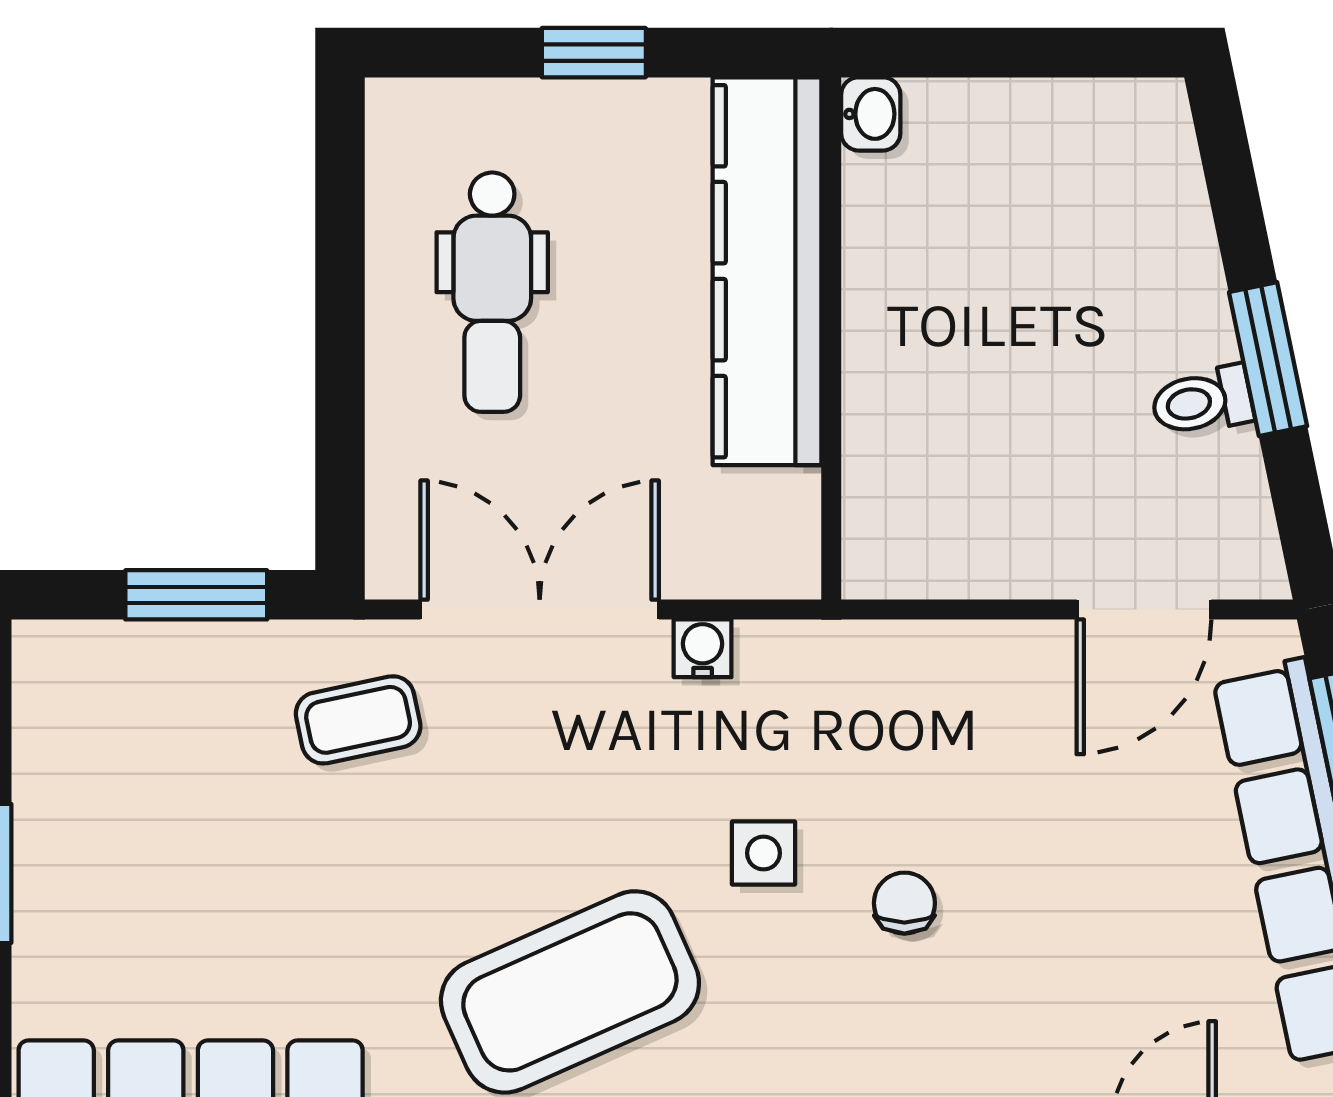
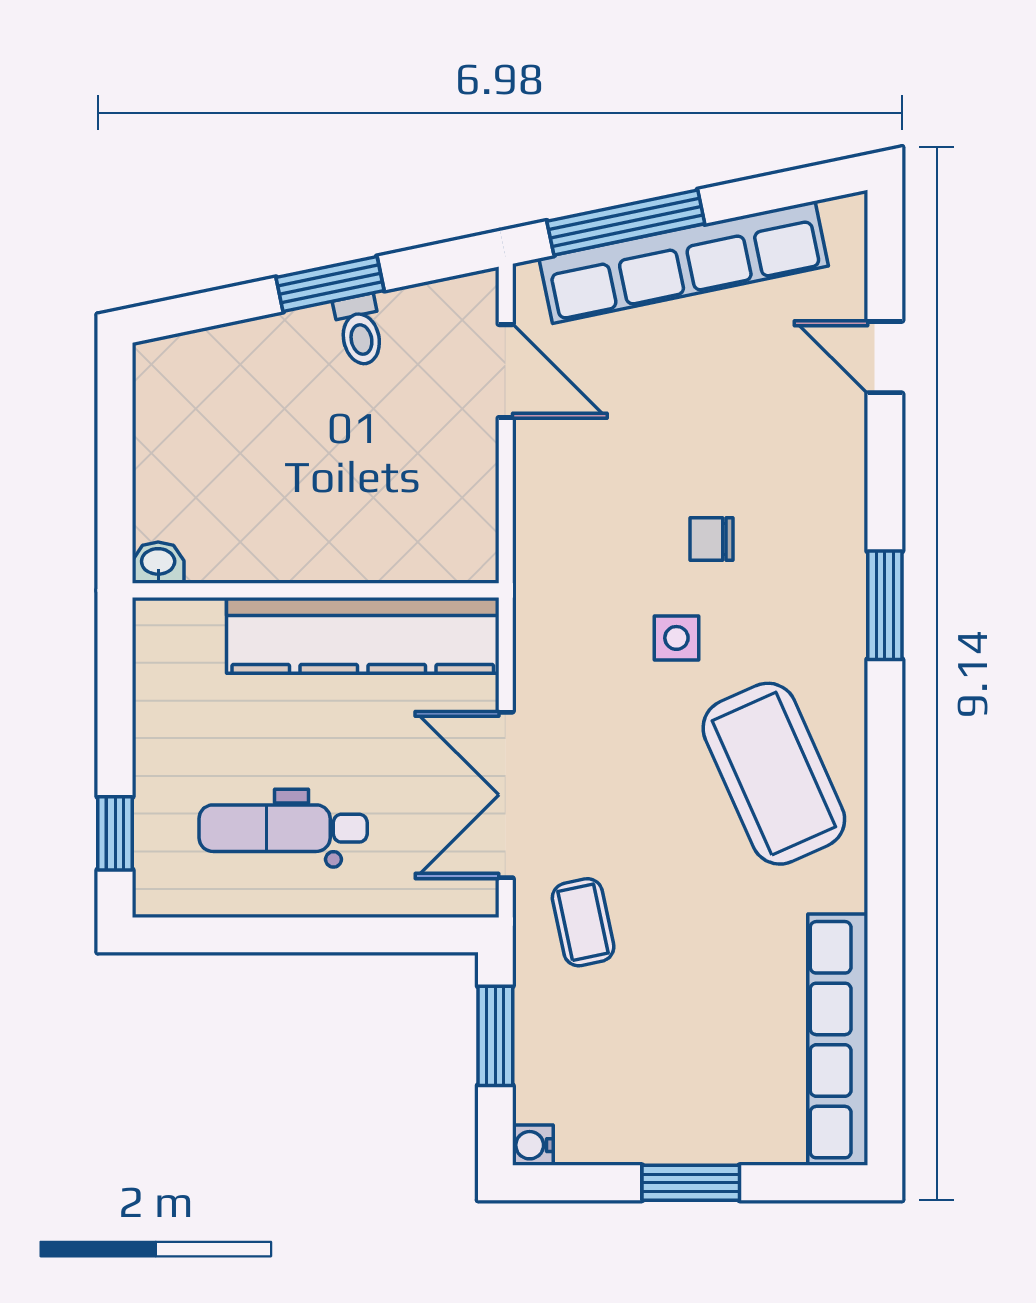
window: (594, 53) -> (115, 833), moved
kitchen counter: (767, 271) -> (363, 635), moved
dental chair: (492, 292) -> (283, 828), turned 180
water cooler: (703, 648) -> (533, 1145), moved

